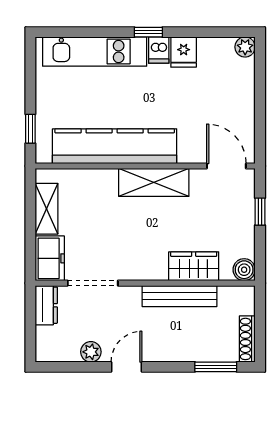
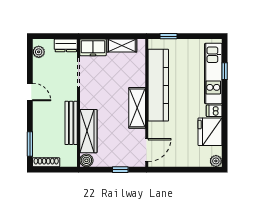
window: (148, 32) -> (225, 71), moved
fridge: (184, 52) -> (210, 132), width x1.88, depth x1.34
wardrobe: (194, 266) -> (88, 131), width x1.50
plant: (91, 352) -> (39, 52), moved

